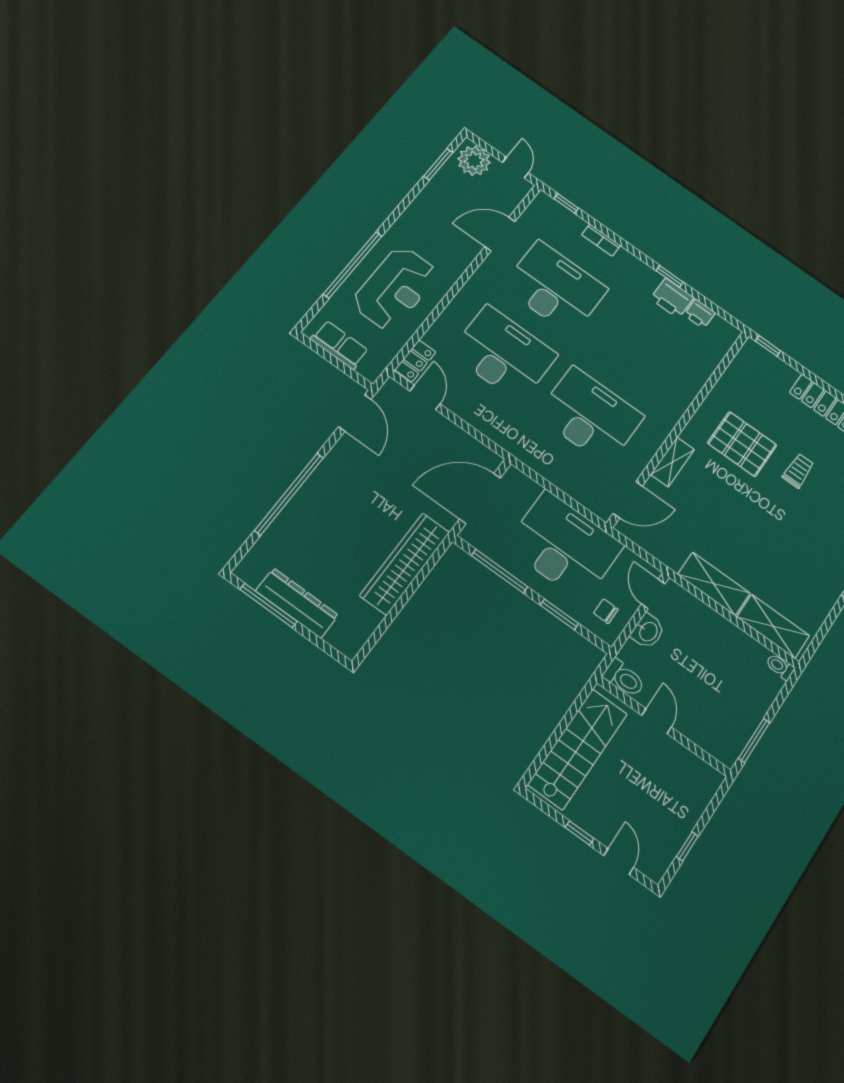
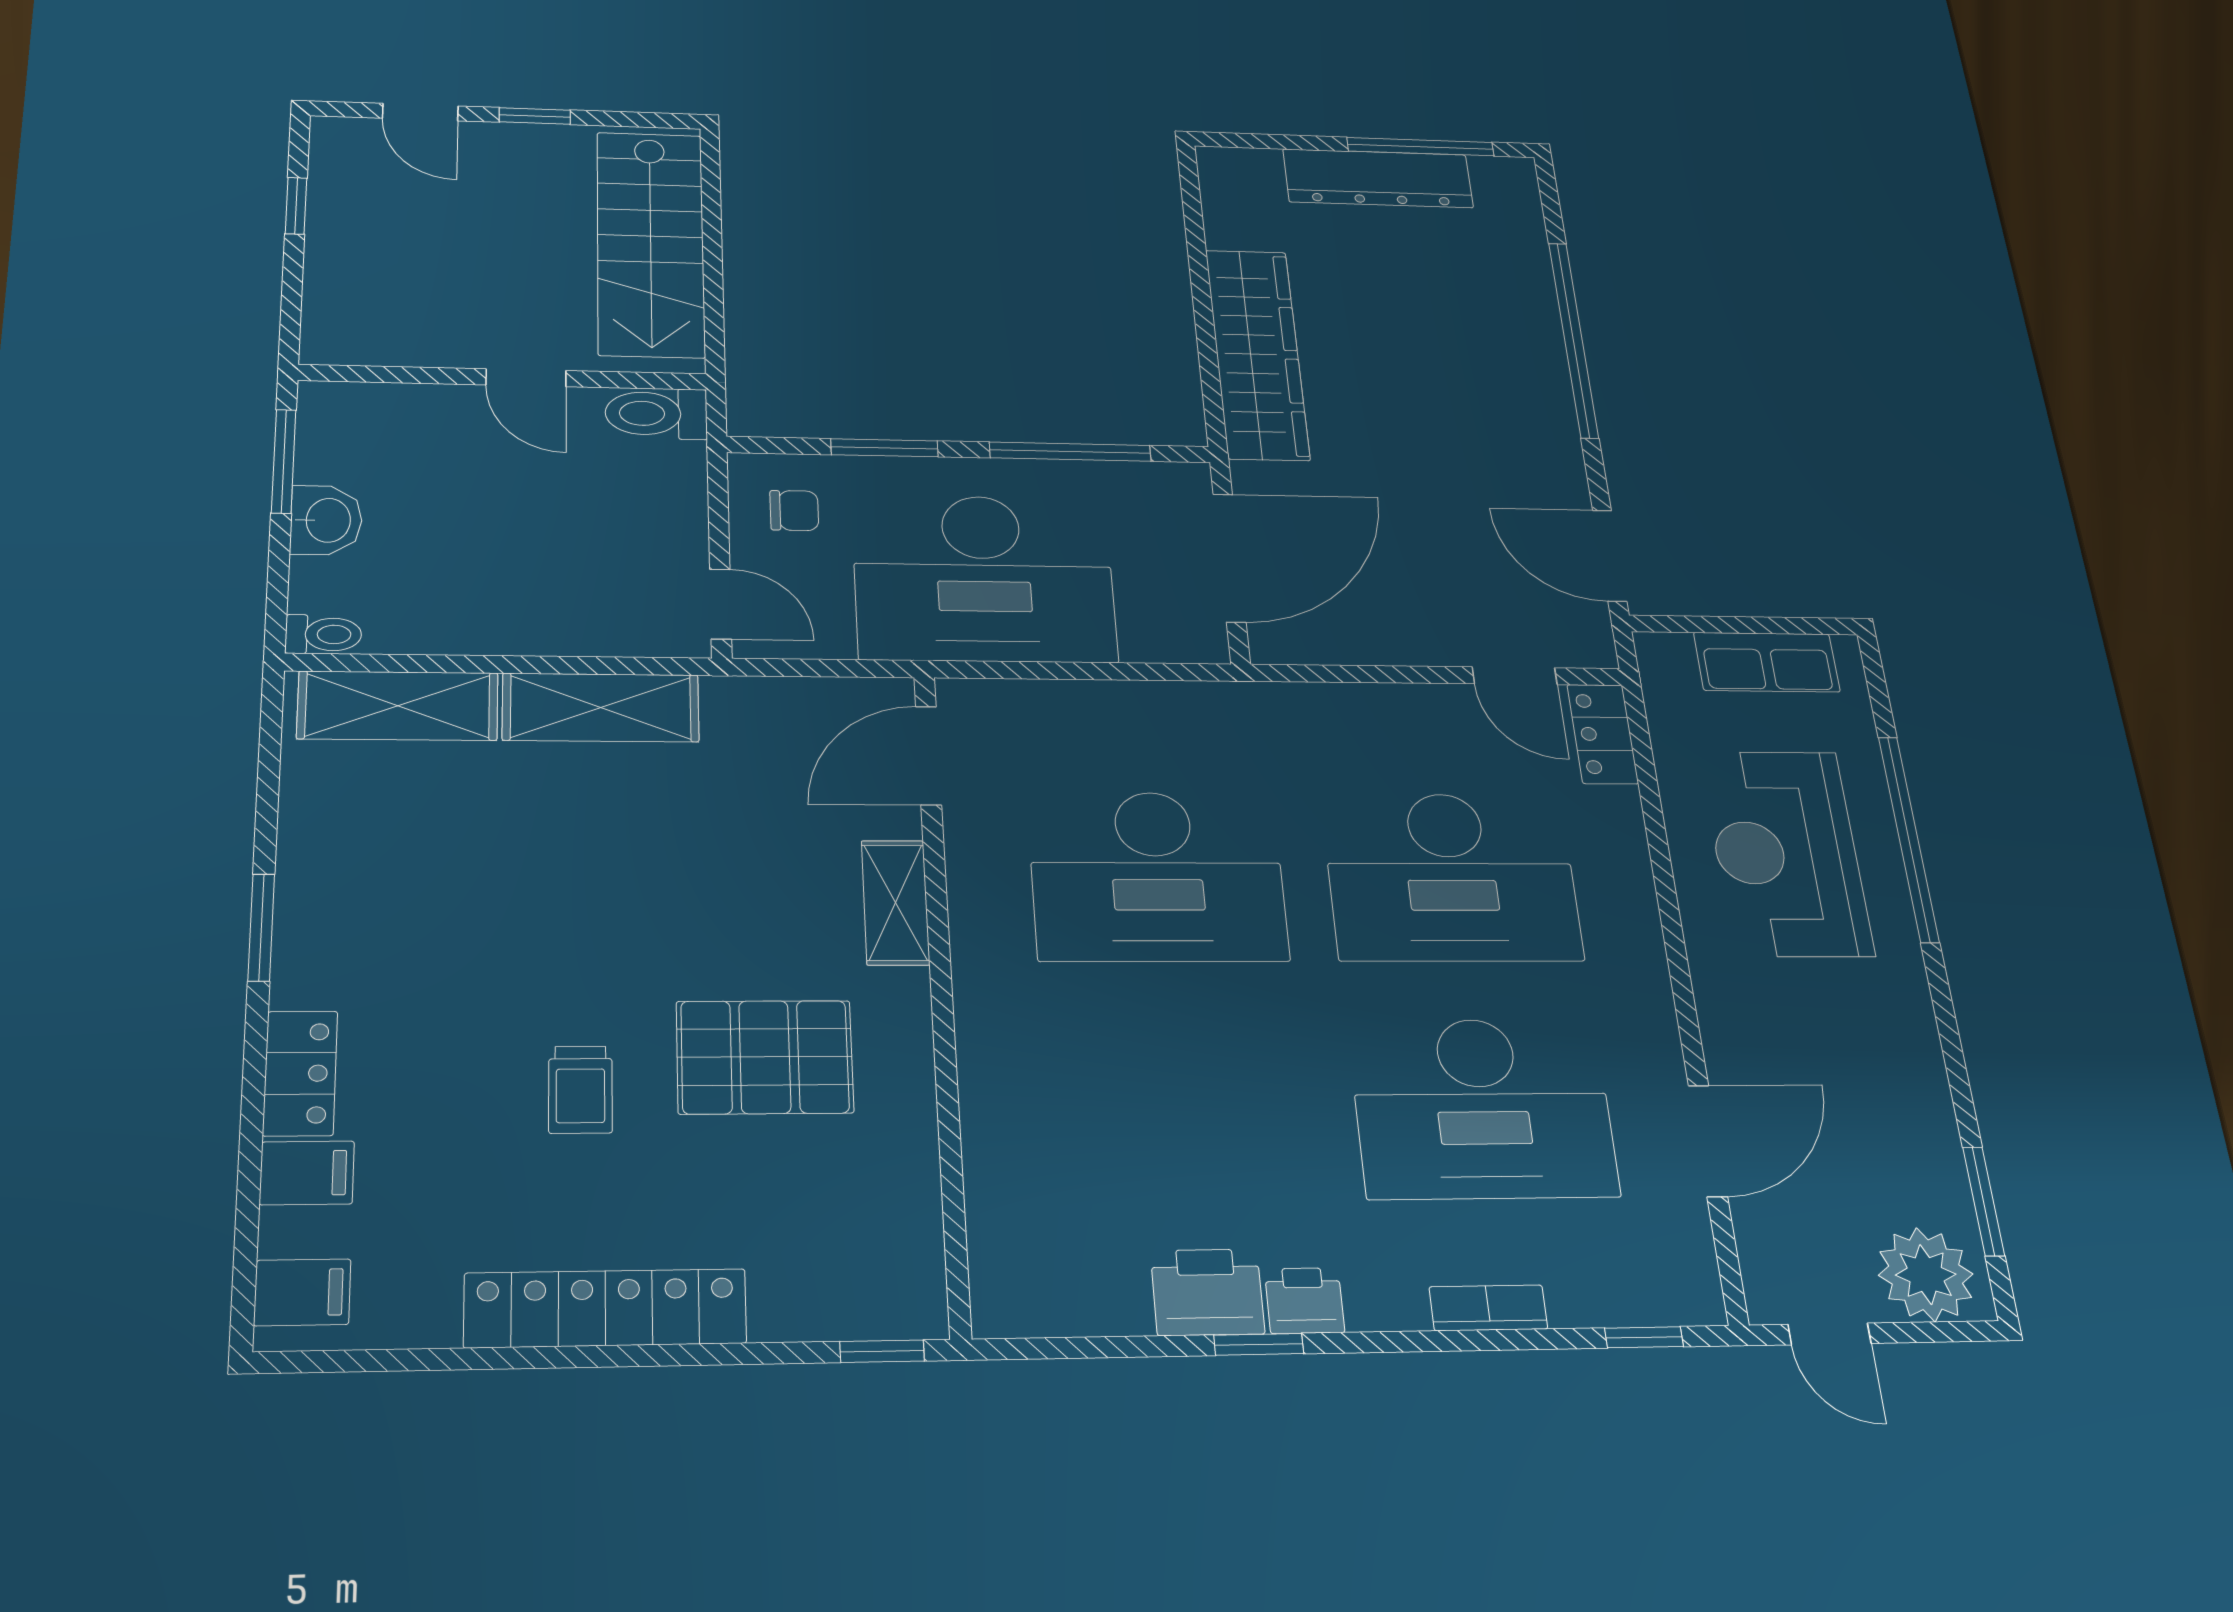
printer: (700, 314) -> (1304, 1301), moved
washbasin: (648, 631) -> (326, 520), moved, turned 180

